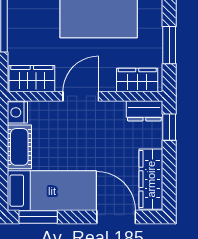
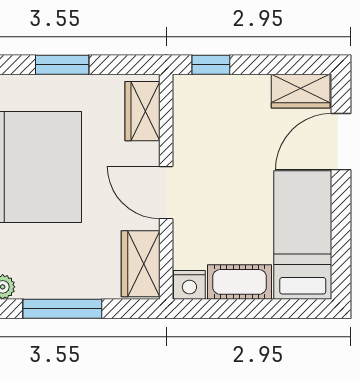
window: (169, 45) -> (62, 65), moved
dresser: (144, 111) -> (187, 101), removed
wardrobe: (151, 179) -> (301, 91), width x0.67
window: (38, 217) -> (341, 255), removed

